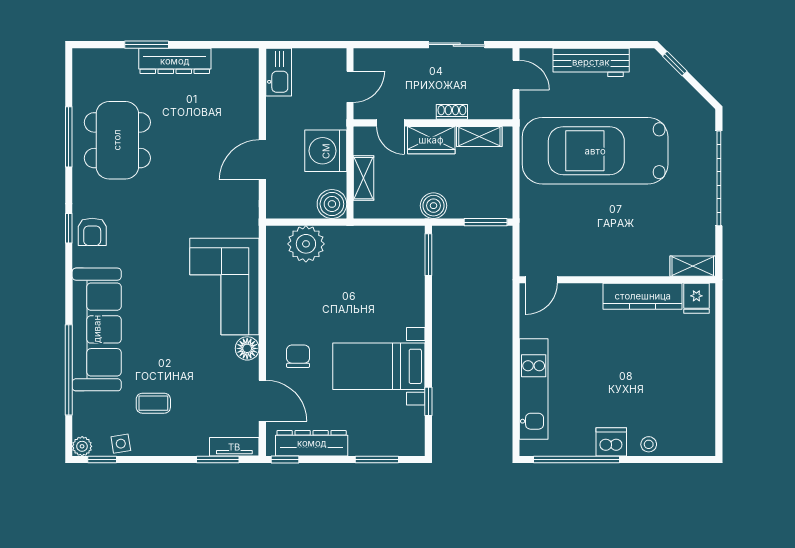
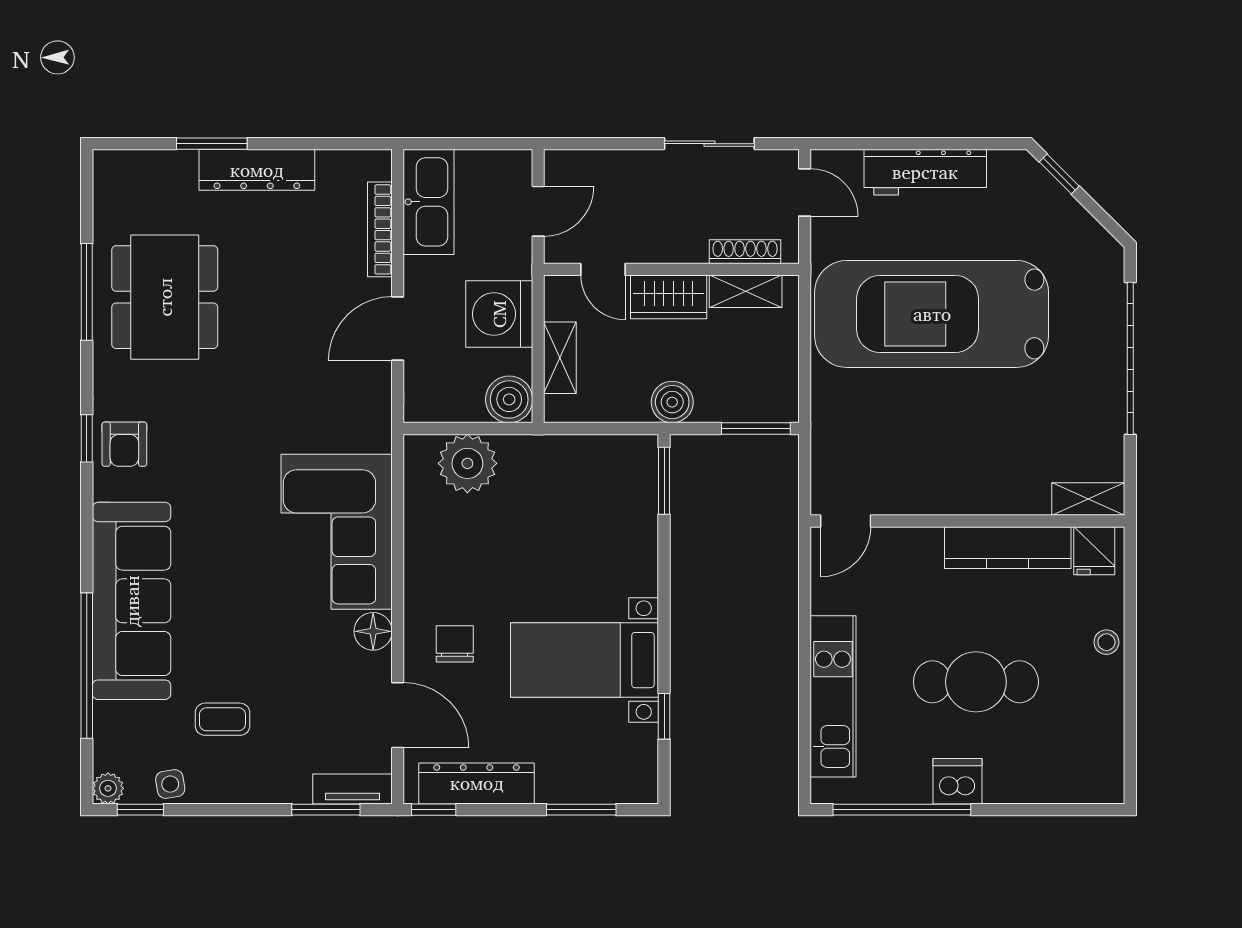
kitchen sink: (279, 72) -> (428, 202), width x1.36, depth x1.24
bookcase: (251, 98) -> (380, 229), added
shoe rack: (452, 112) -> (745, 252), moved, width x1.43
cafe table: (623, 380) -> (976, 682), added
stool: (649, 444) -> (1106, 642), moved

